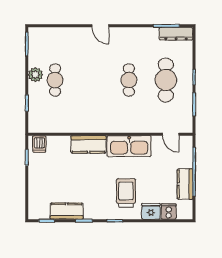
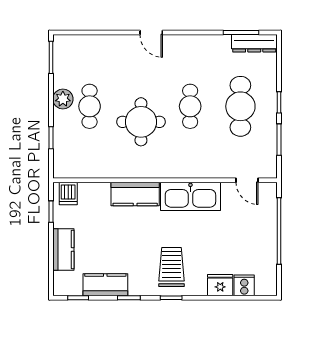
round table: (93, 91) -> (141, 122), added
kitchen counter: (185, 184) -> (63, 249), moved, turned 180
trolley: (126, 193) -> (171, 267), moved

